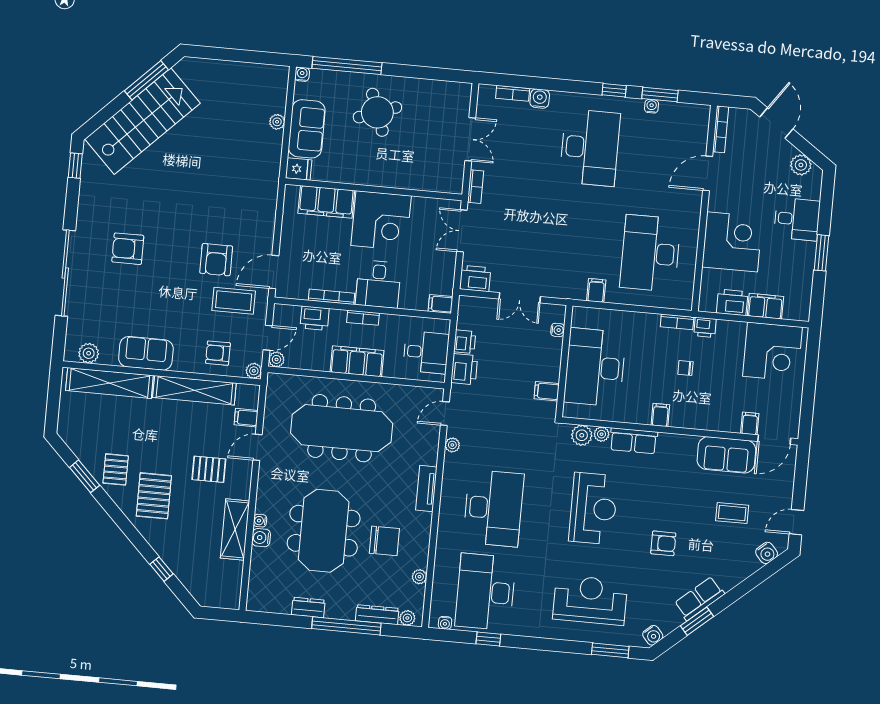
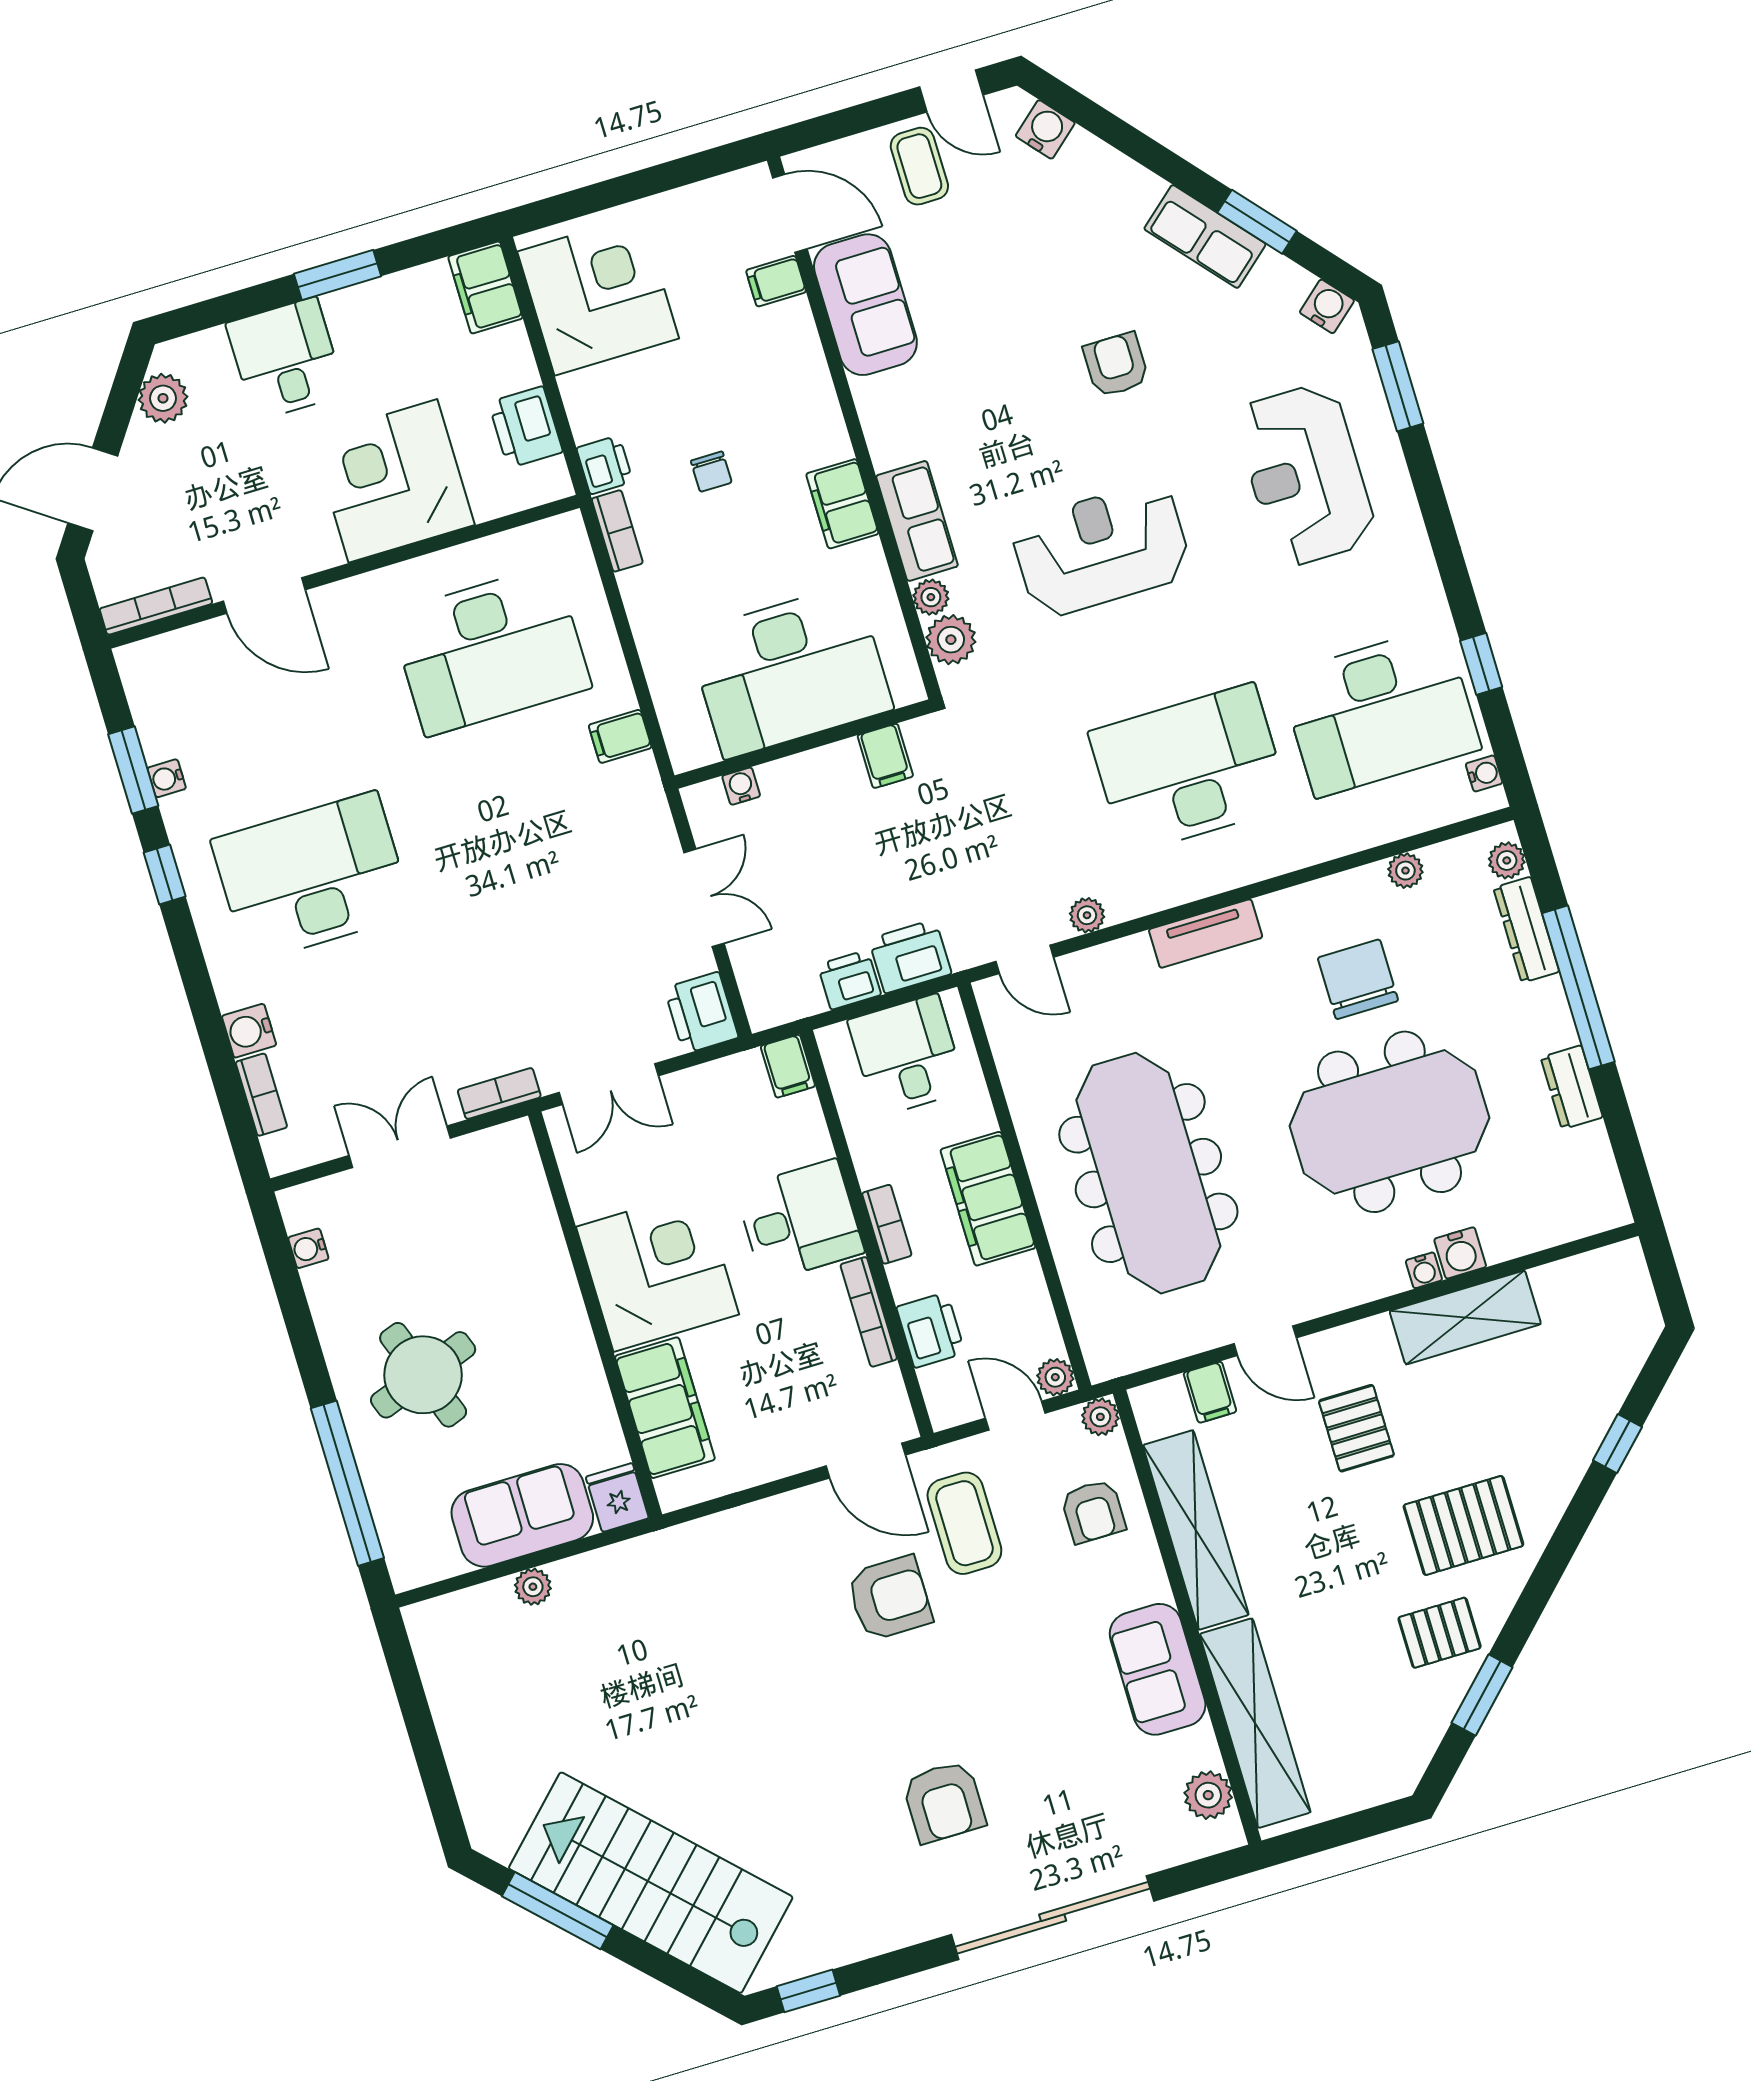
water cooler: (302, 74) -> (308, 1248), moved
filing cabinet: (765, 306) -> (485, 287), moved
filing cabinet: (660, 415) -> (842, 504), width x2.00
coffee table: (732, 513) -> (919, 166), moved

